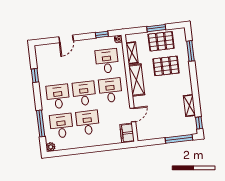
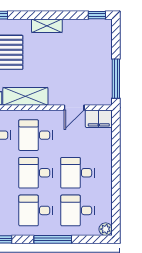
shelving: (189, 106) -> (47, 26), moved
door: (133, 115) -> (74, 108), swing flipped
window: (41, 124) -> (53, 239), moved
window: (179, 139) -> (116, 79), moved

